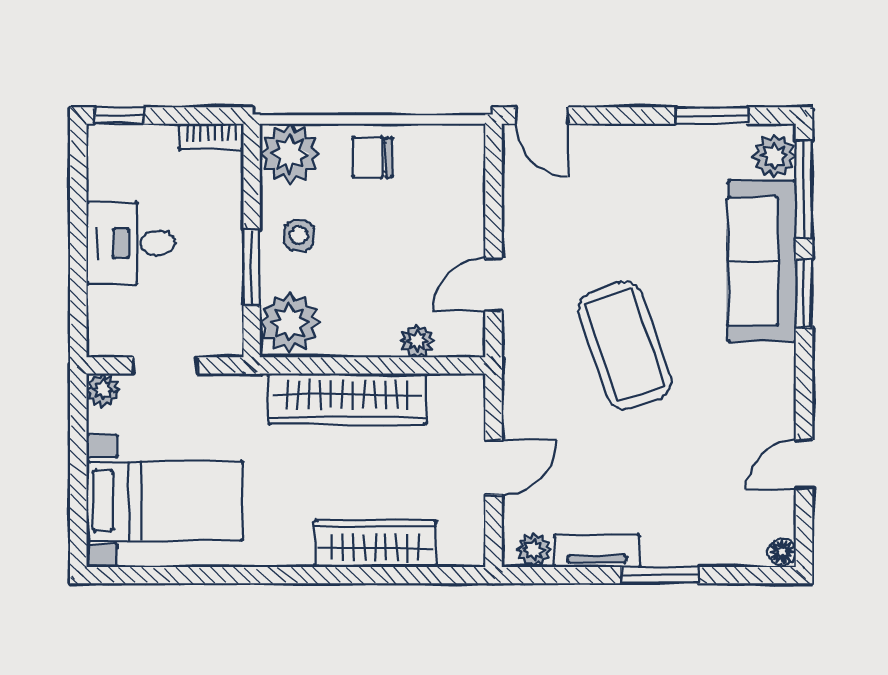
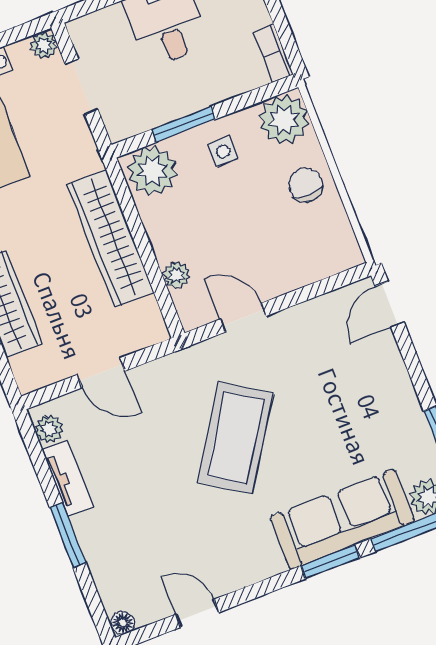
coffee table: (625, 345) -> (236, 438), turned -38

